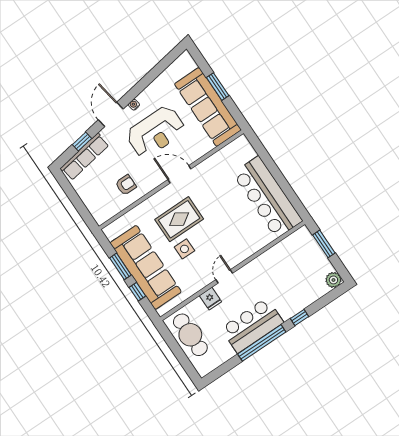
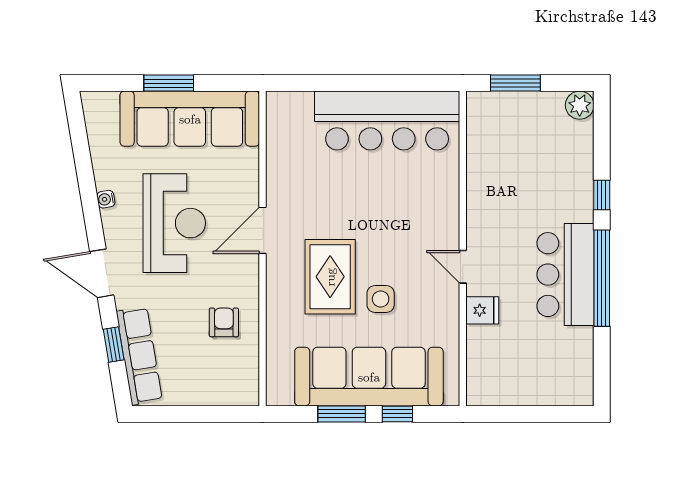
water cooler: (134, 105) -> (106, 199), moved
cafe table: (190, 335) -> (517, 378), removed

